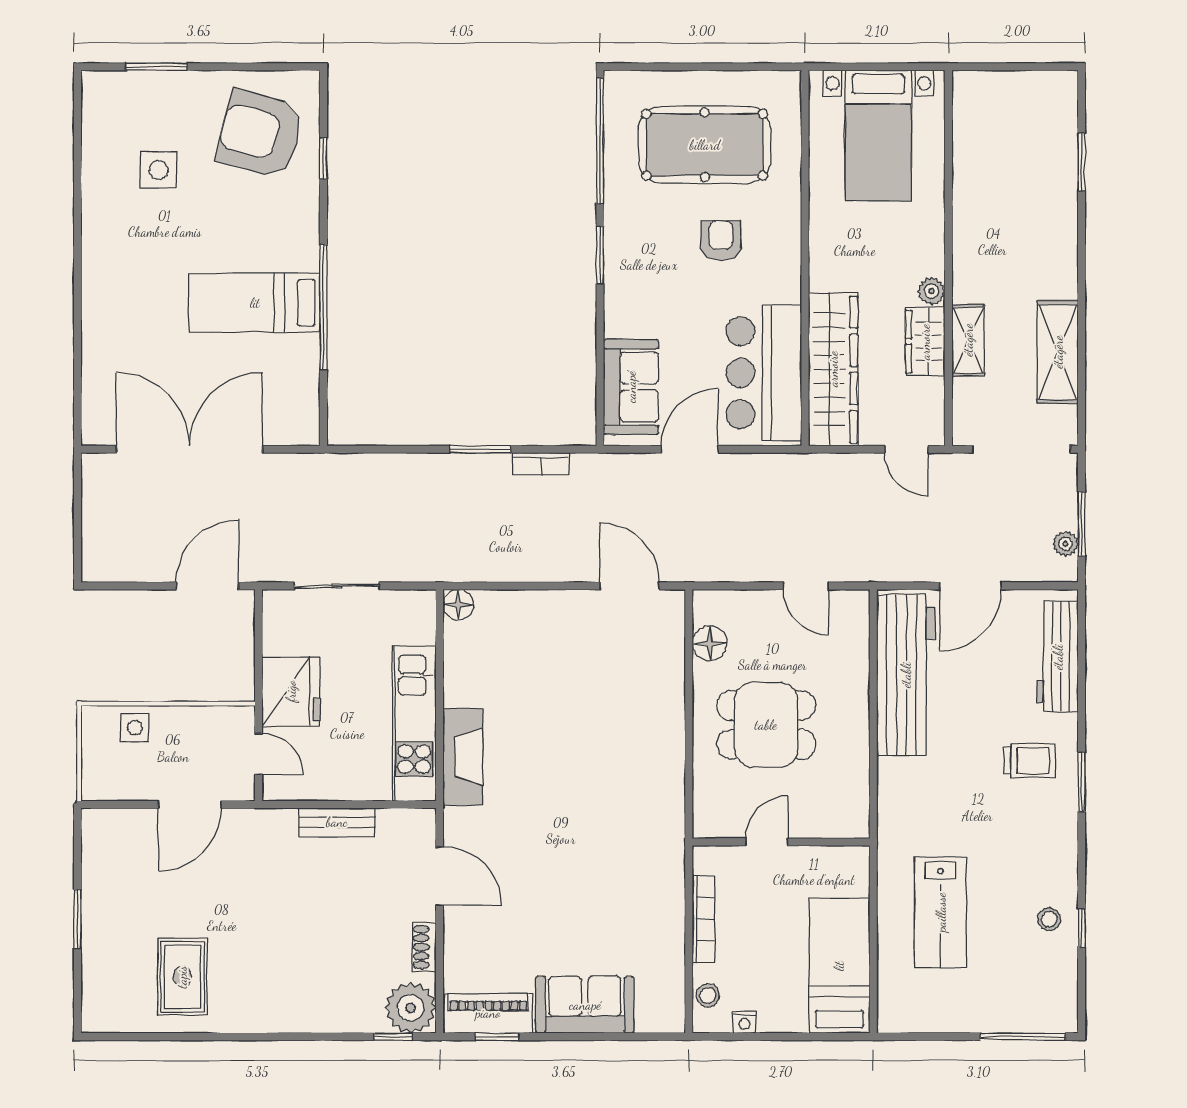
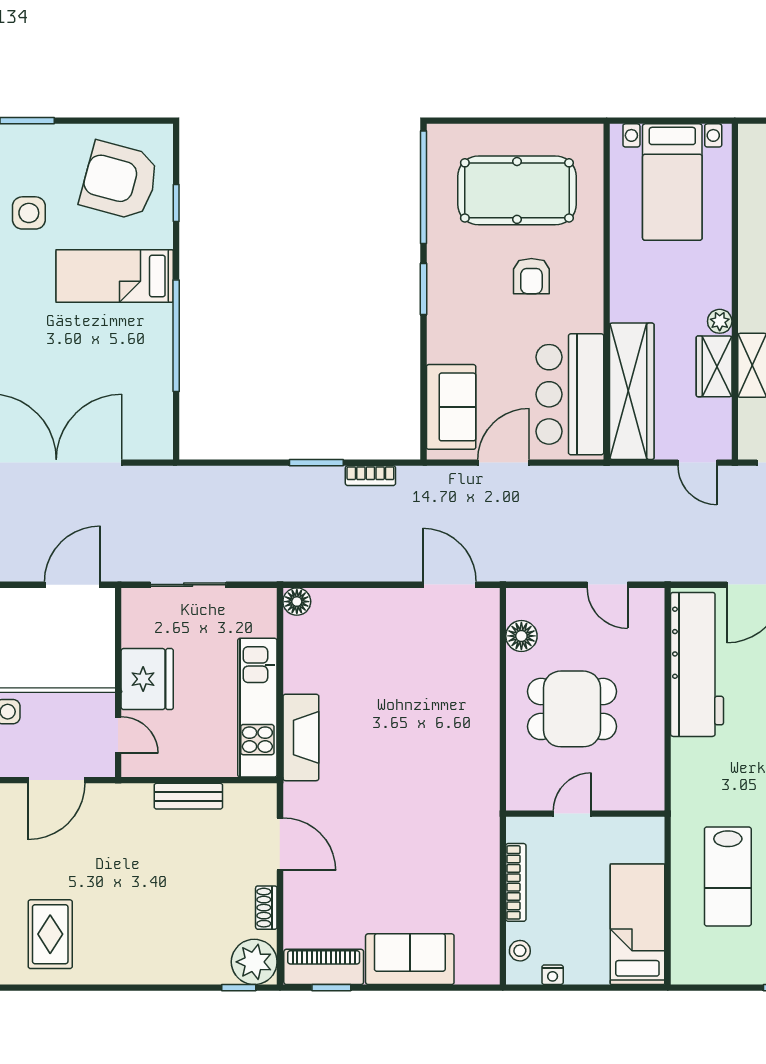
armchair: (721, 241) -> (531, 276), turned 180
bed: (255, 303) -> (115, 276), moved

